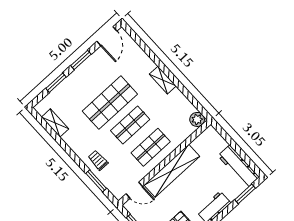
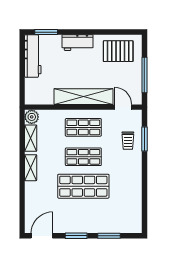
shelving: (55, 123) -> (31, 138), moved
trolley: (98, 160) -> (128, 141), moved

